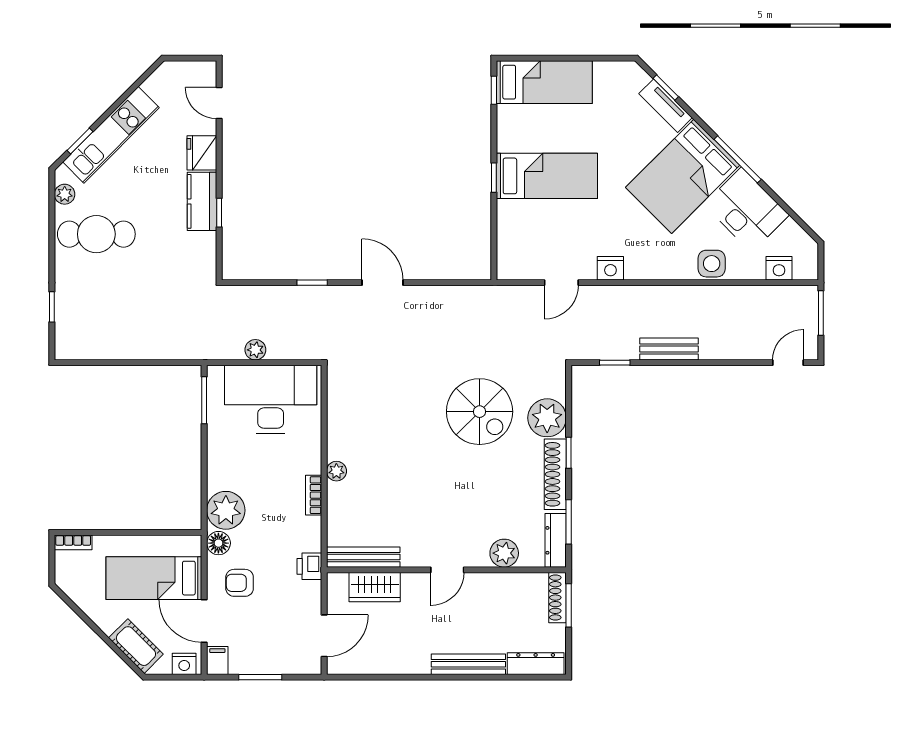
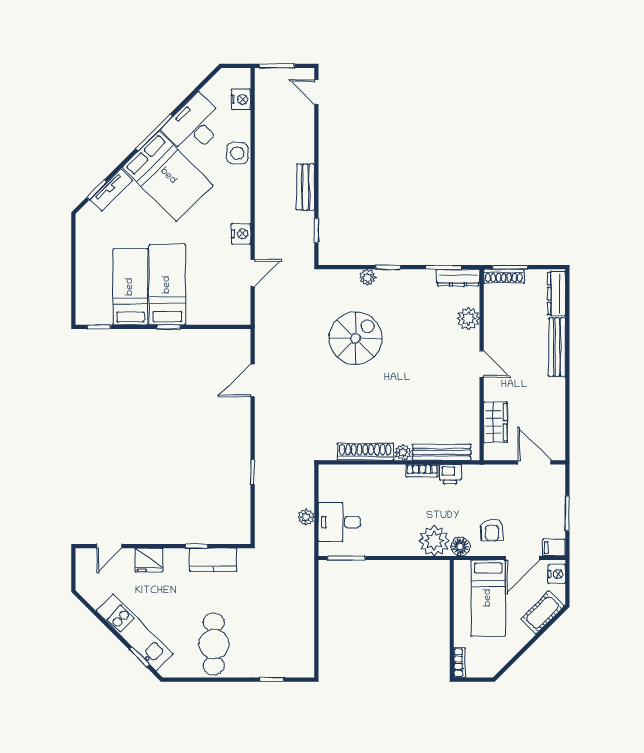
bed: (544, 82) -> (130, 287), moved
plant: (65, 194) -> (182, 669), removed
kitchen counter: (202, 201) -> (213, 560), moved
door: (383, 283) -> (253, 380), moved
door: (561, 283) -> (253, 273), hinge flipped
desk: (271, 399) -> (339, 522), width x0.53, depth x0.77
plant: (547, 418) -> (368, 277), width x0.53, depth x0.53
shoe rack: (555, 474) -> (365, 452), moved, turned 180
bench: (363, 557) -> (442, 452), moved, turned 90
printer: (309, 566) -> (450, 474), moved

